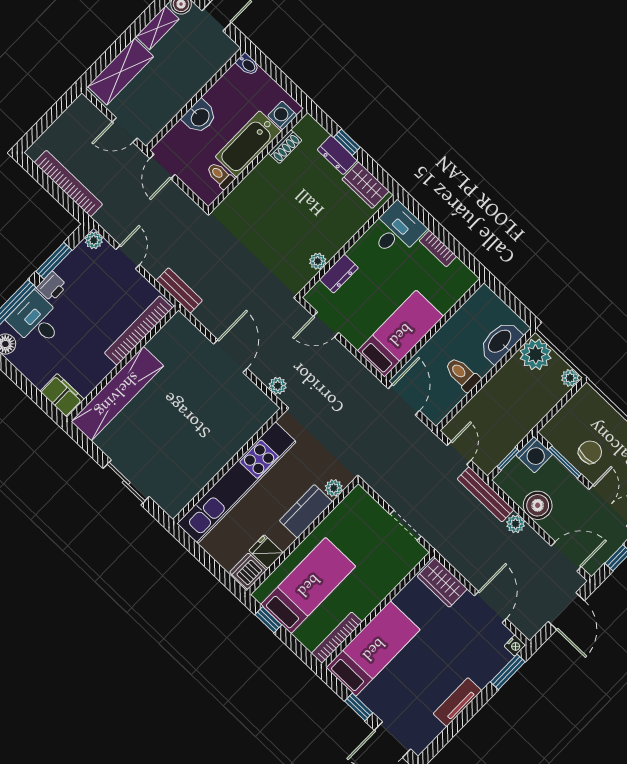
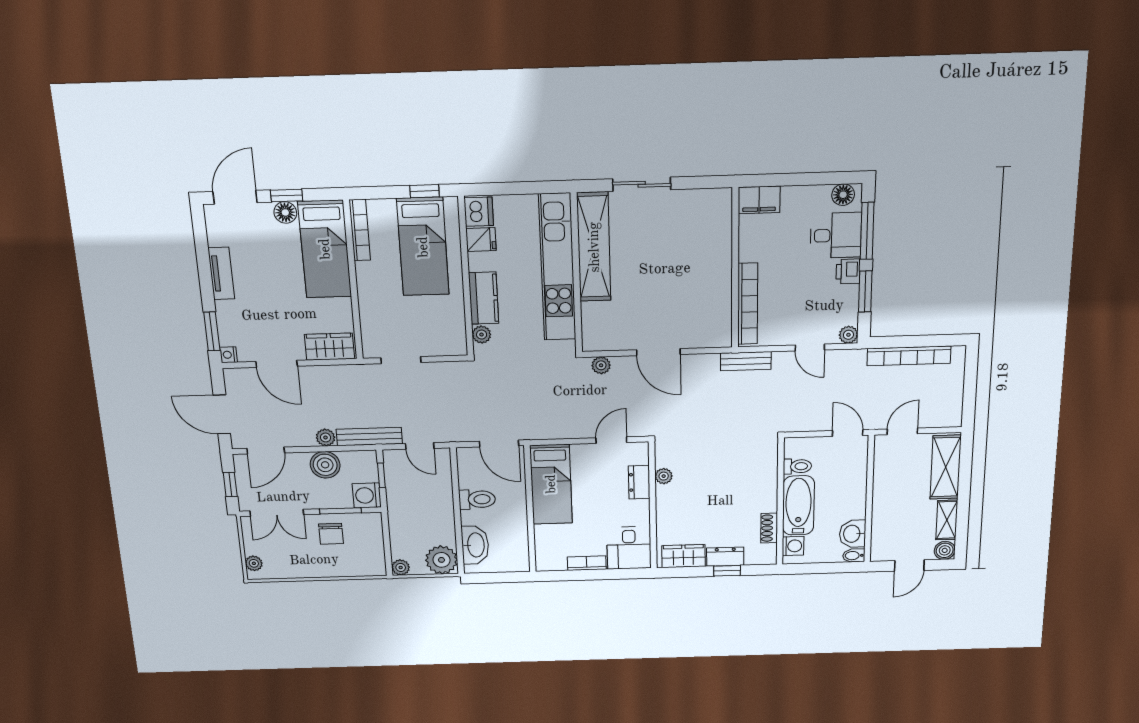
washbasin: (200, 117) -> (853, 534), moved
shelving: (117, 394) -> (594, 247), moved
floor lamp: (372, 698) -> (285, 212), added

